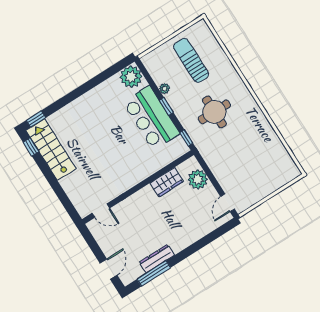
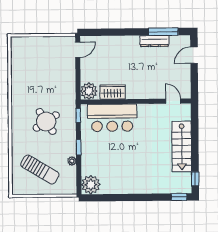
sun lounger: (191, 60) -> (40, 169), turned -59
round table: (214, 112) -> (46, 122), turned -33
bar counter: (151, 118) -> (112, 118), moved, turned 90
stairs: (51, 150) -> (182, 147), moved
plant: (198, 179) -> (89, 91), moved

